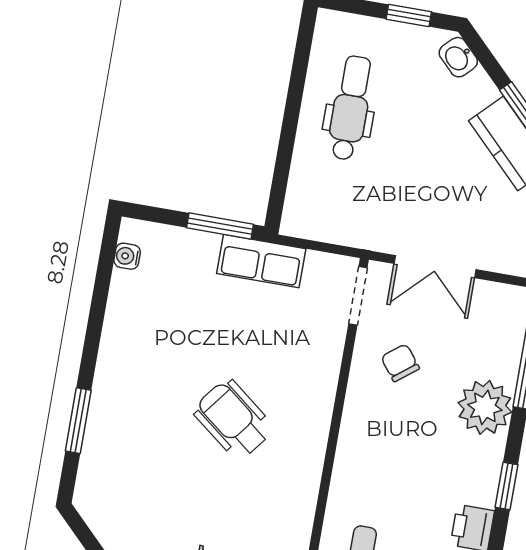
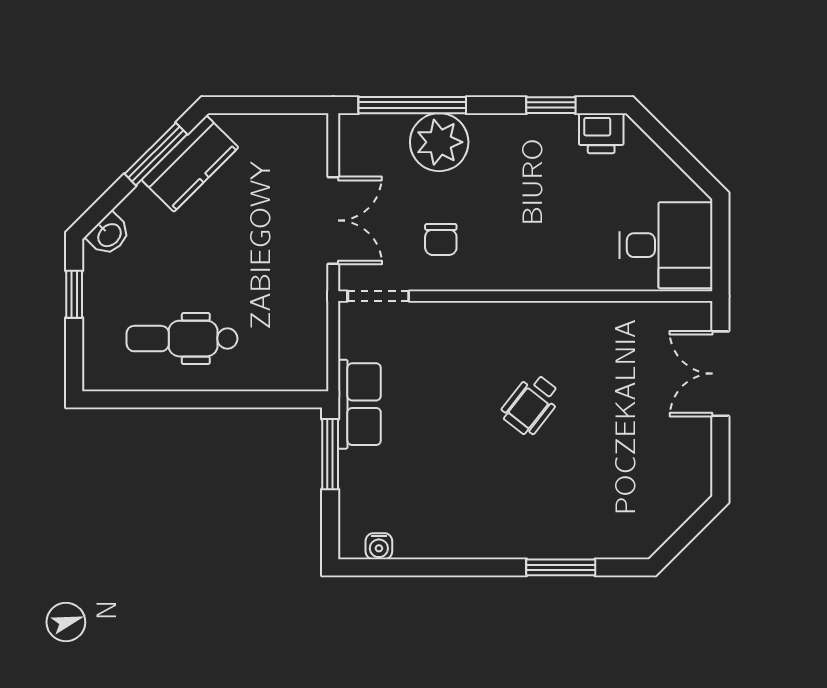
chair: (400, 363) -> (441, 239), turned -52
plant: (485, 407) -> (439, 142), moved
wheelchair: (233, 419) -> (531, 405), width x0.73, depth x0.73

